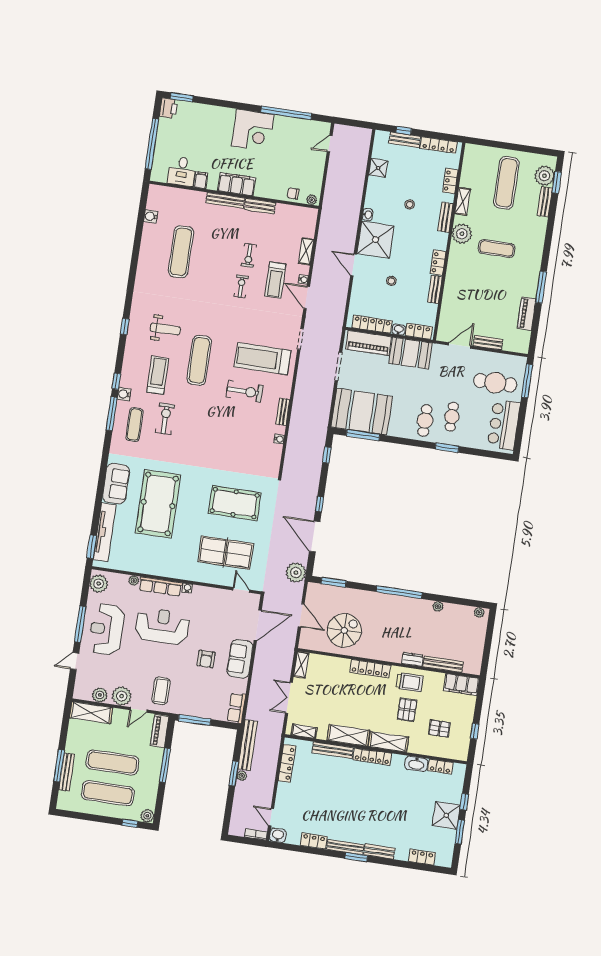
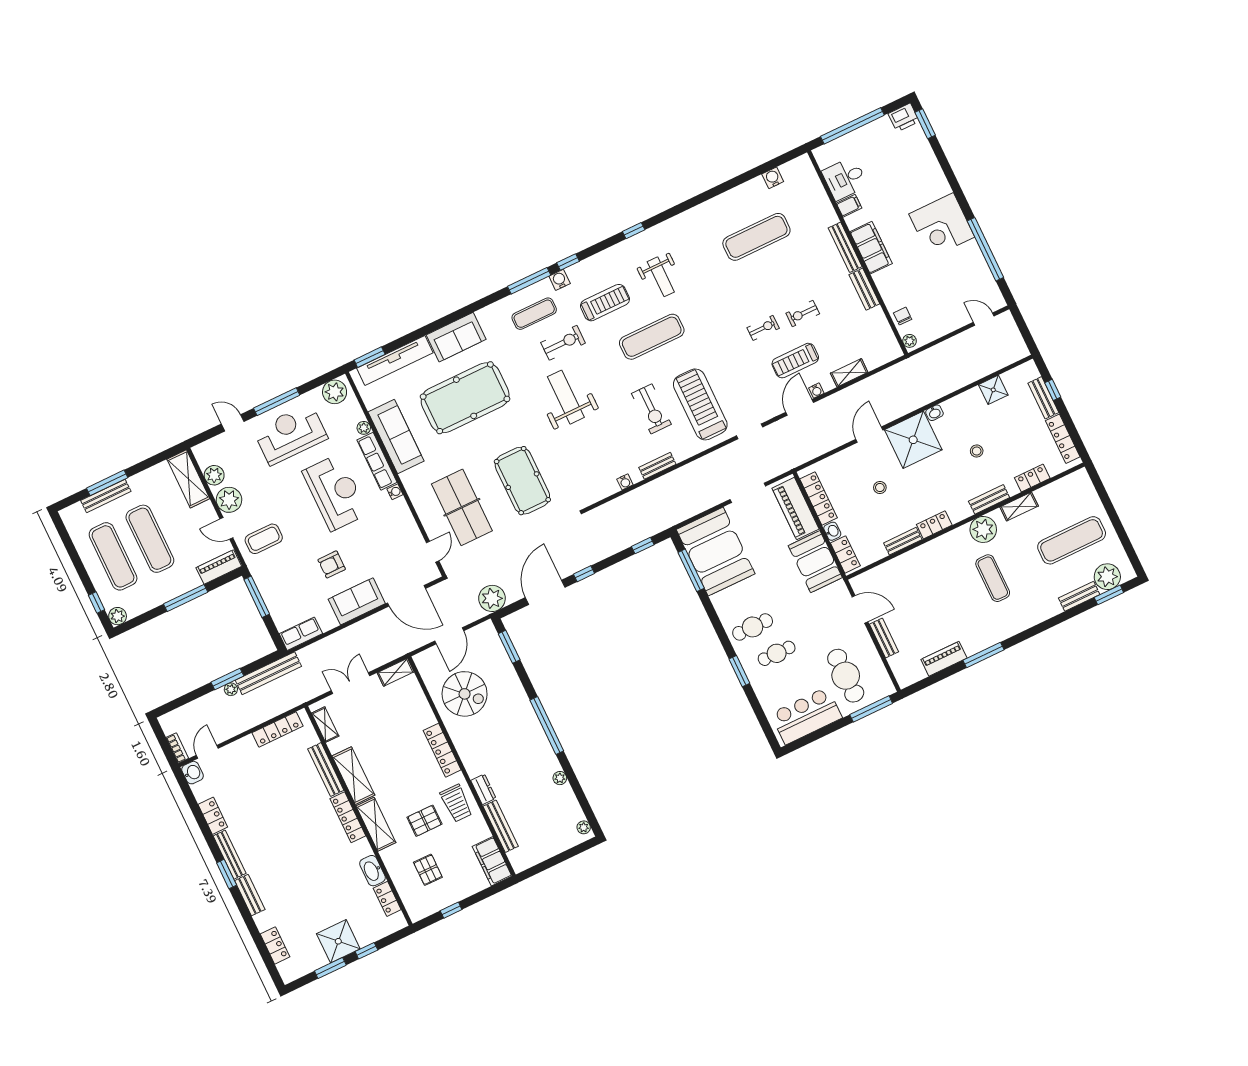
weight bench: (201, 440) -> (566, 397), added
sofa: (153, 564) -> (396, 437), added

